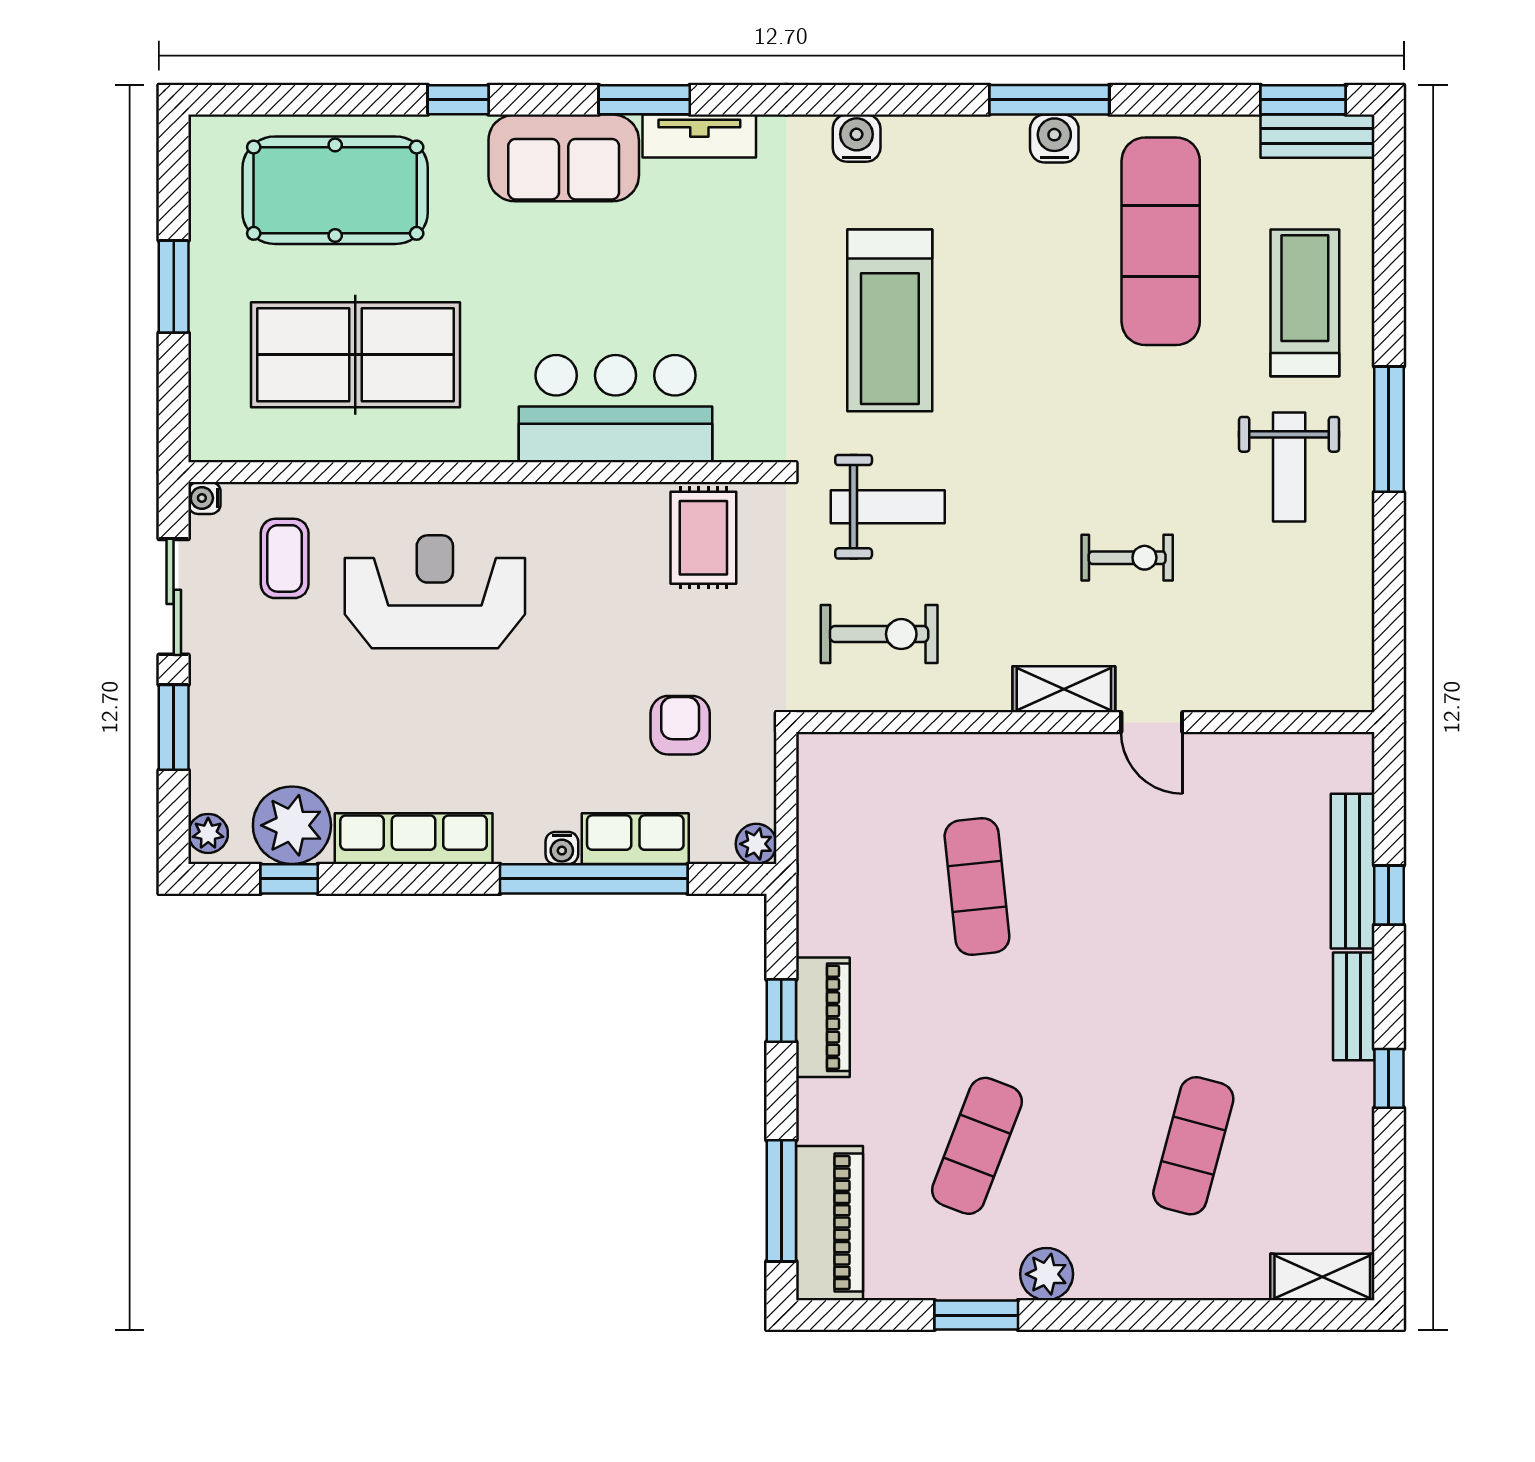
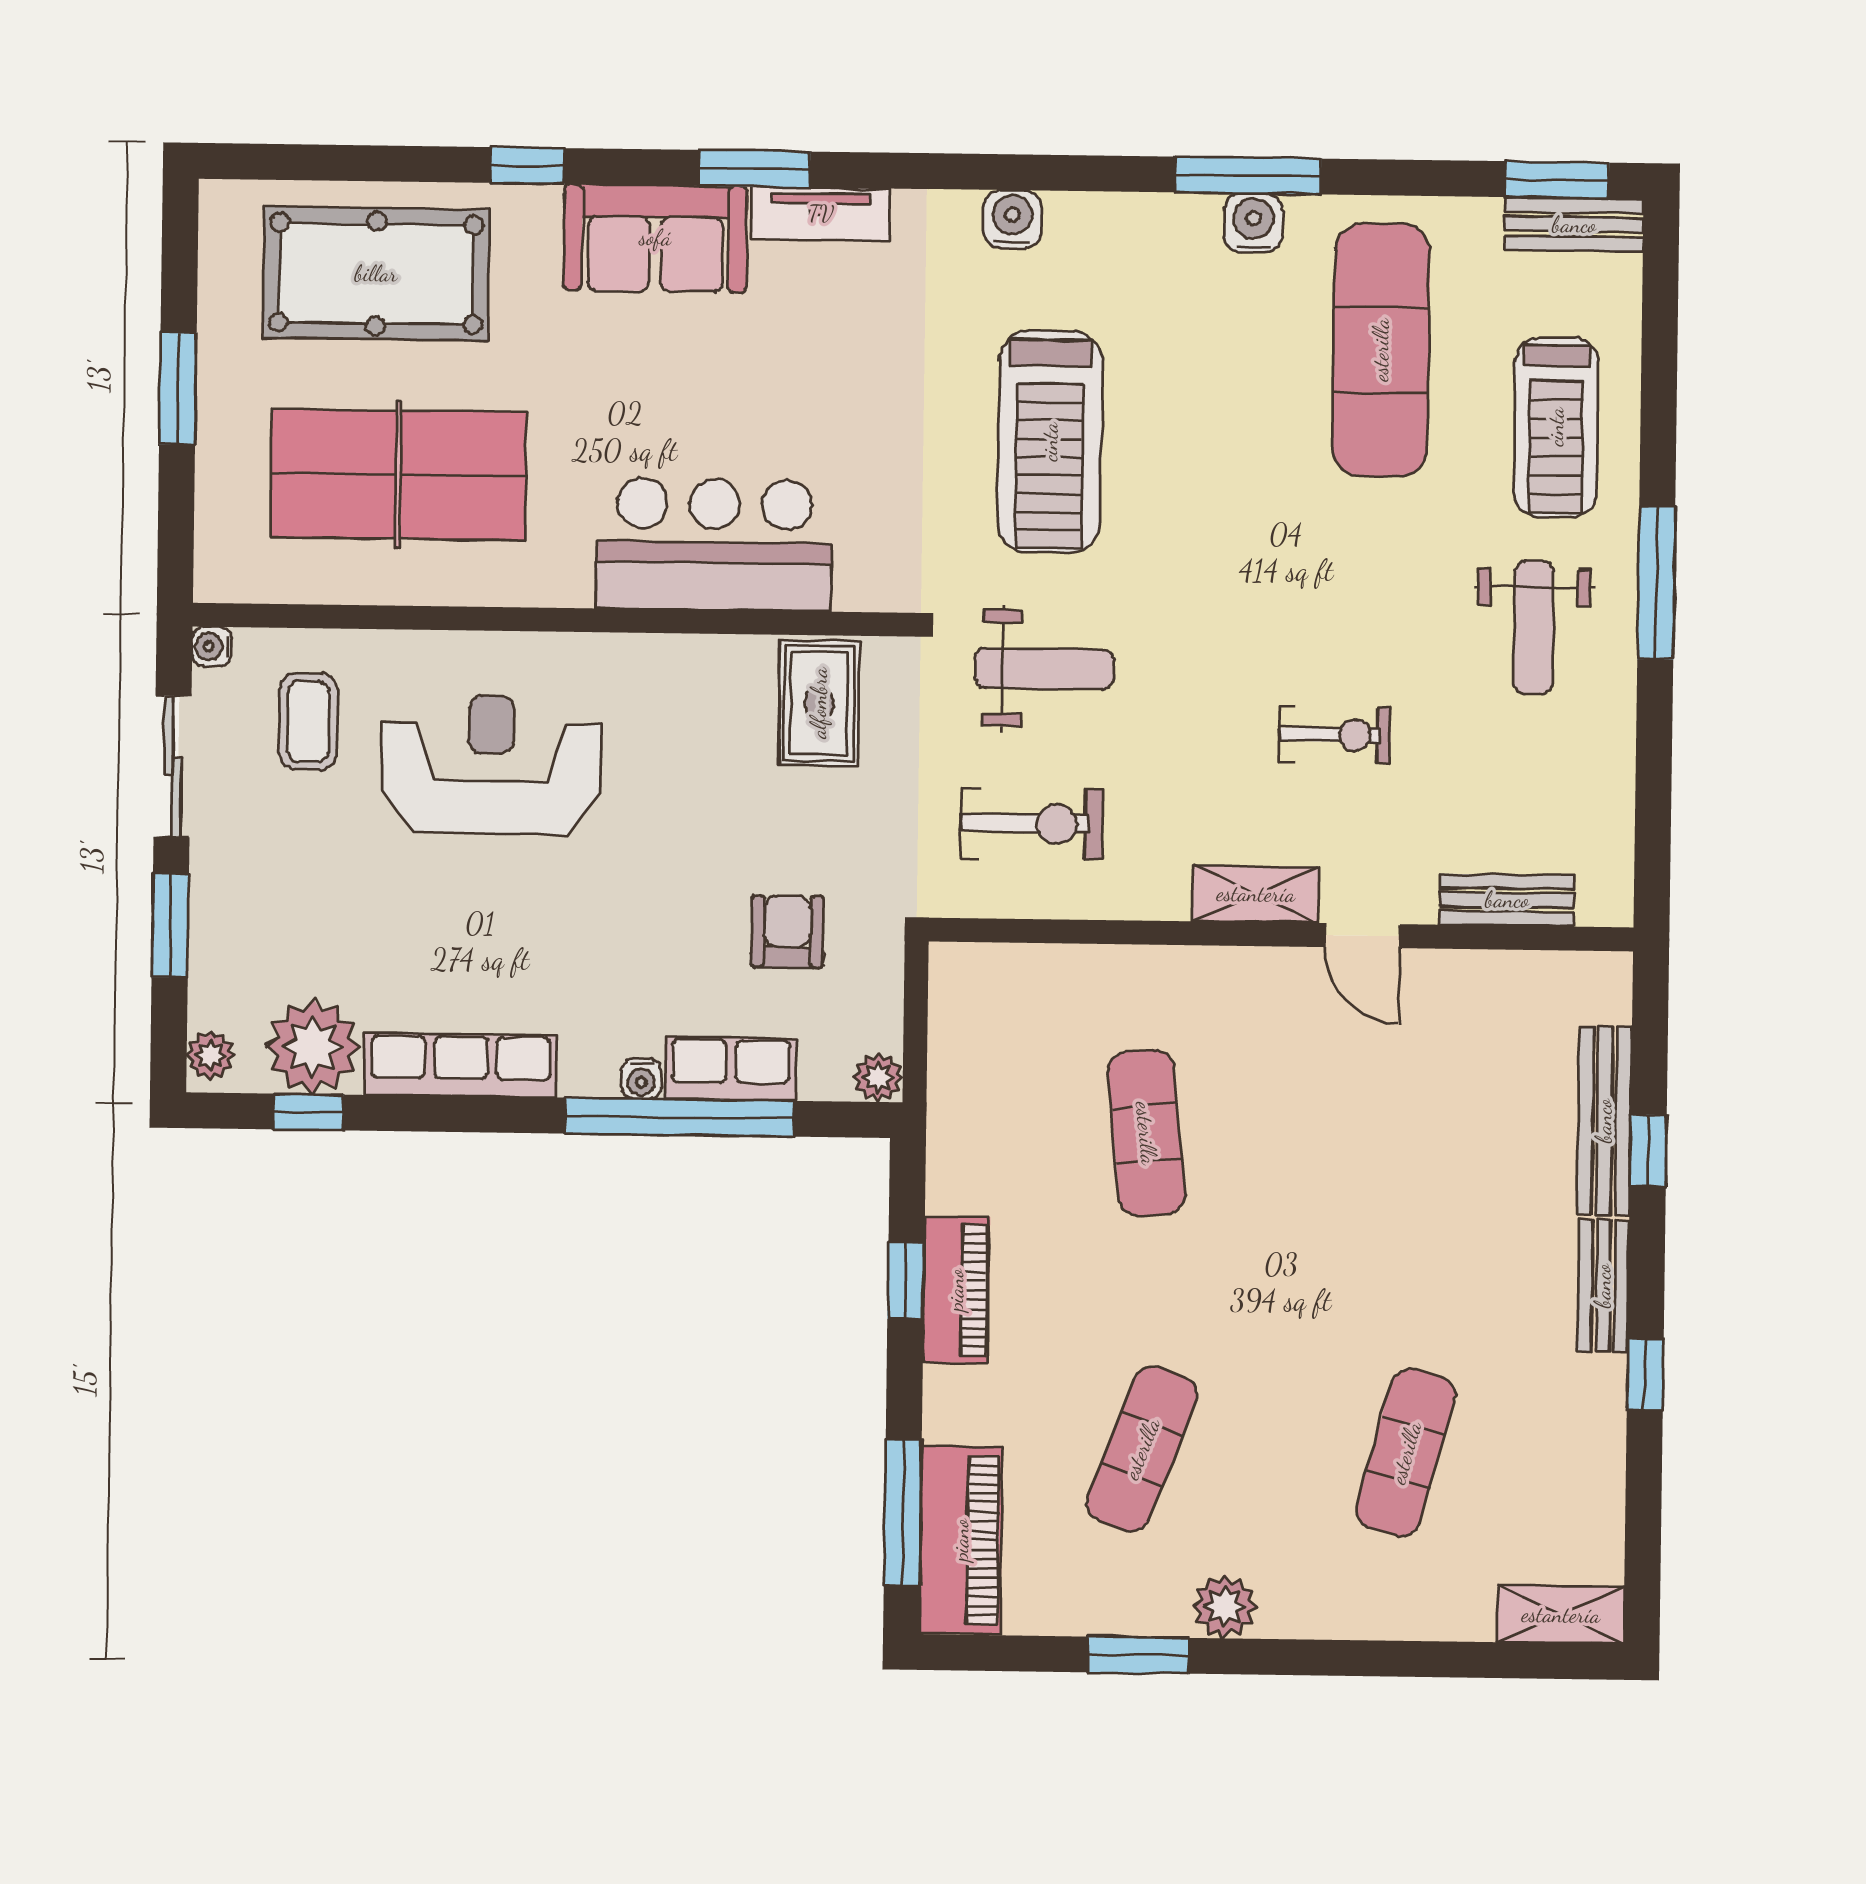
treadmill: (1305, 303) -> (1556, 427), turned 180
bench: (1270, 691) -> (1507, 900), added

